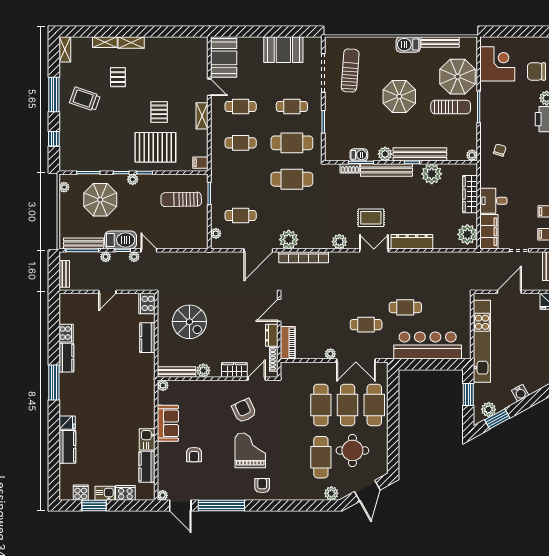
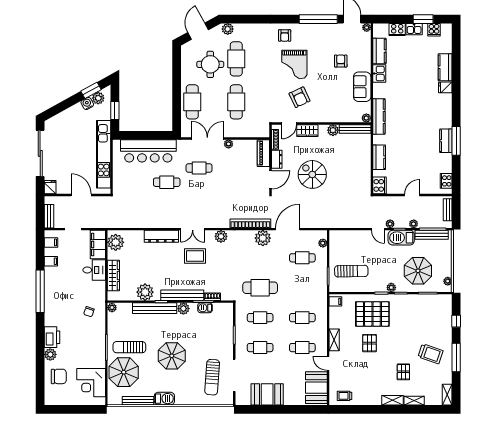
trolley: (189, 48) -> (344, 396), added
cafe table: (292, 143) -> (260, 318), width x0.73, depth x0.74
door: (509, 292) -> (81, 195), swing flipped
spiral stairs: (189, 322) -> (312, 174), moved
cooker: (66, 333) -> (446, 181), moved
window: (54, 382) -> (456, 141), moved
kitchen counter: (148, 387) -> (379, 116), added
water cooler: (520, 393) -> (87, 103), moved
cafe table: (348, 405) -> (214, 102), removed

